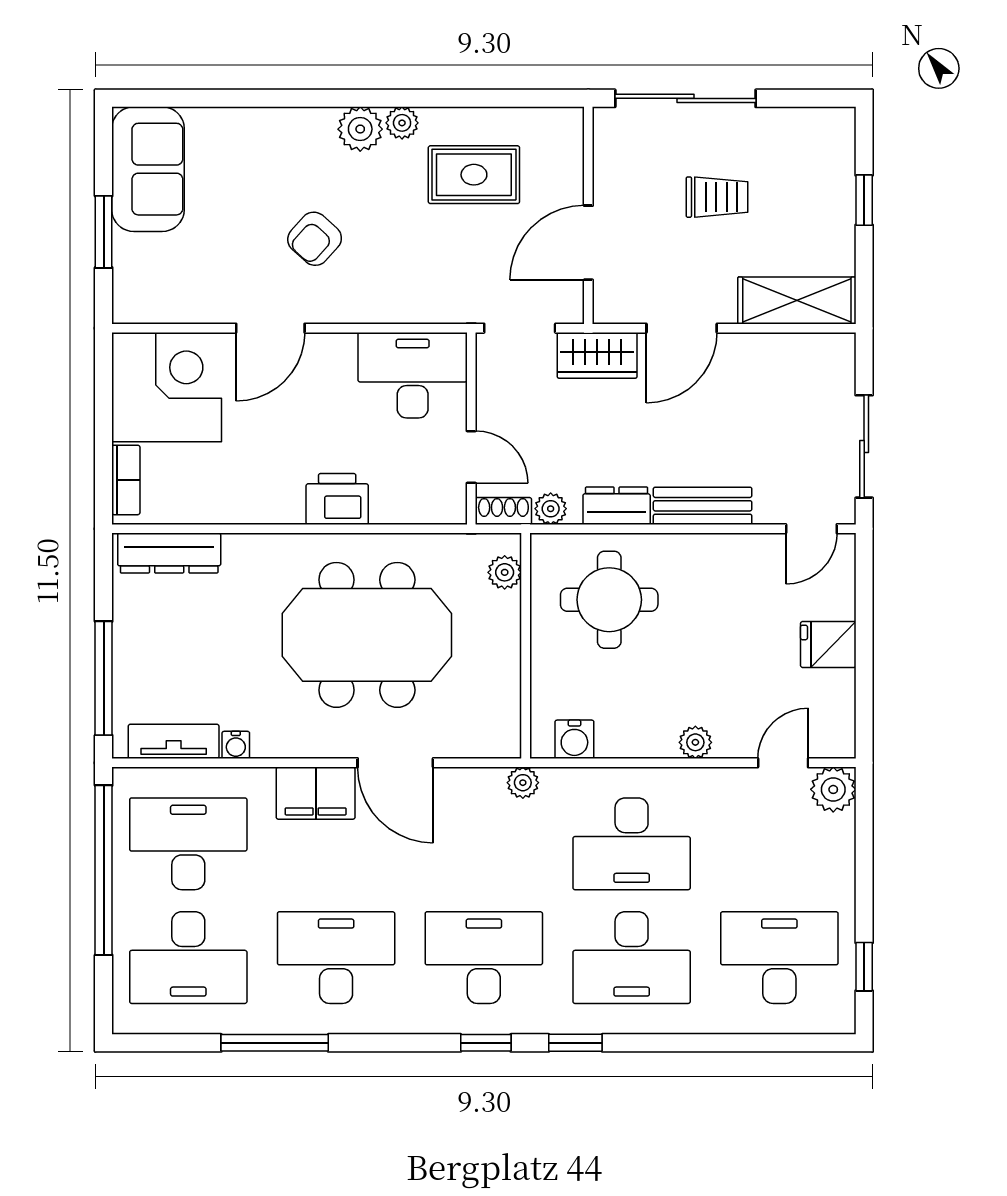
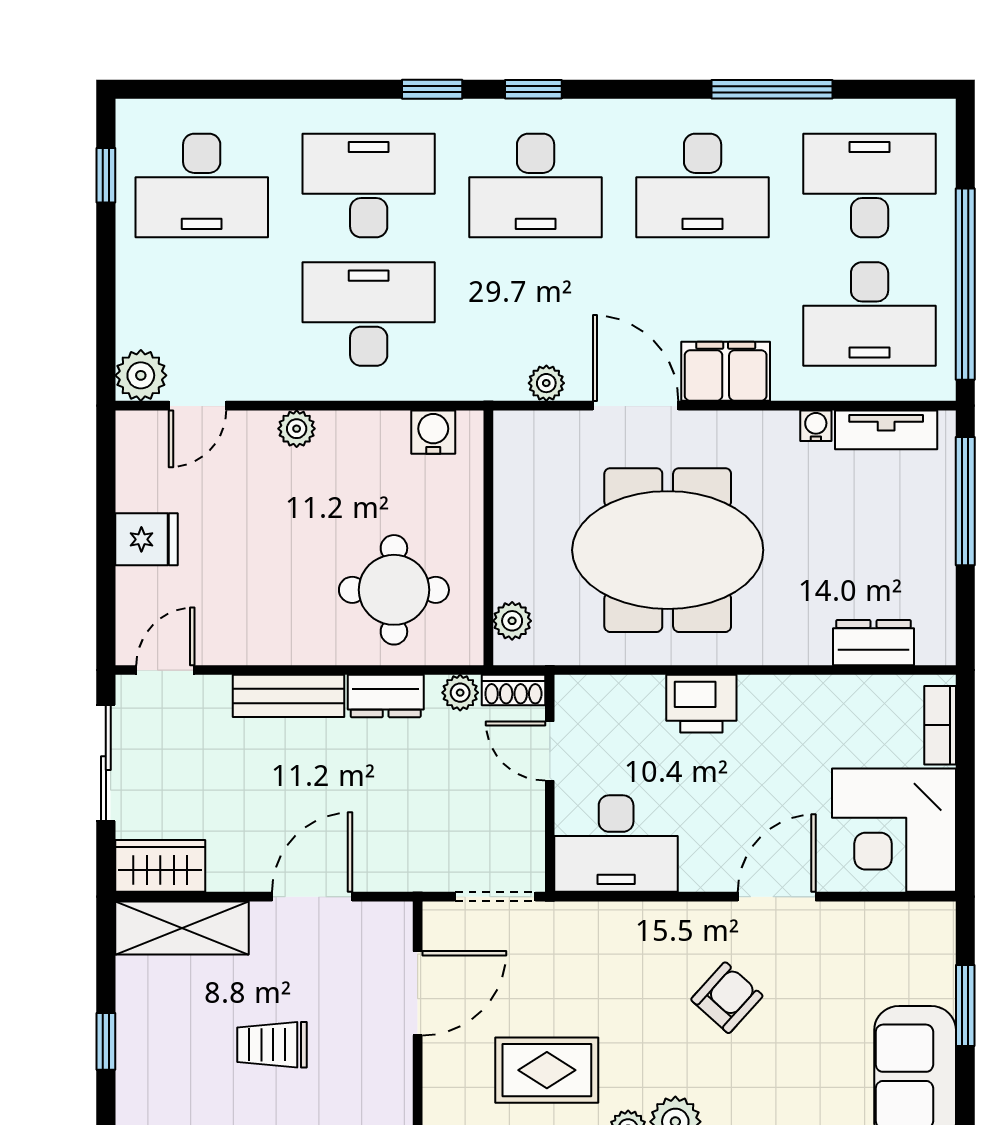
wardrobe: (597, 355) -> (160, 866), moved
dresser: (169, 553) -> (873, 643), width x0.70
plant: (523, 783) -> (546, 383), moved

